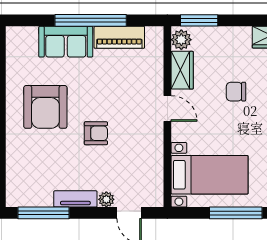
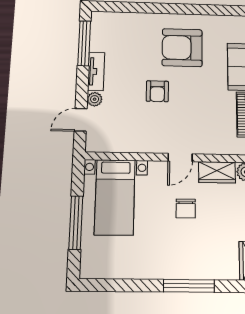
chair: (236, 92) -> (186, 208), moved, turned 180

